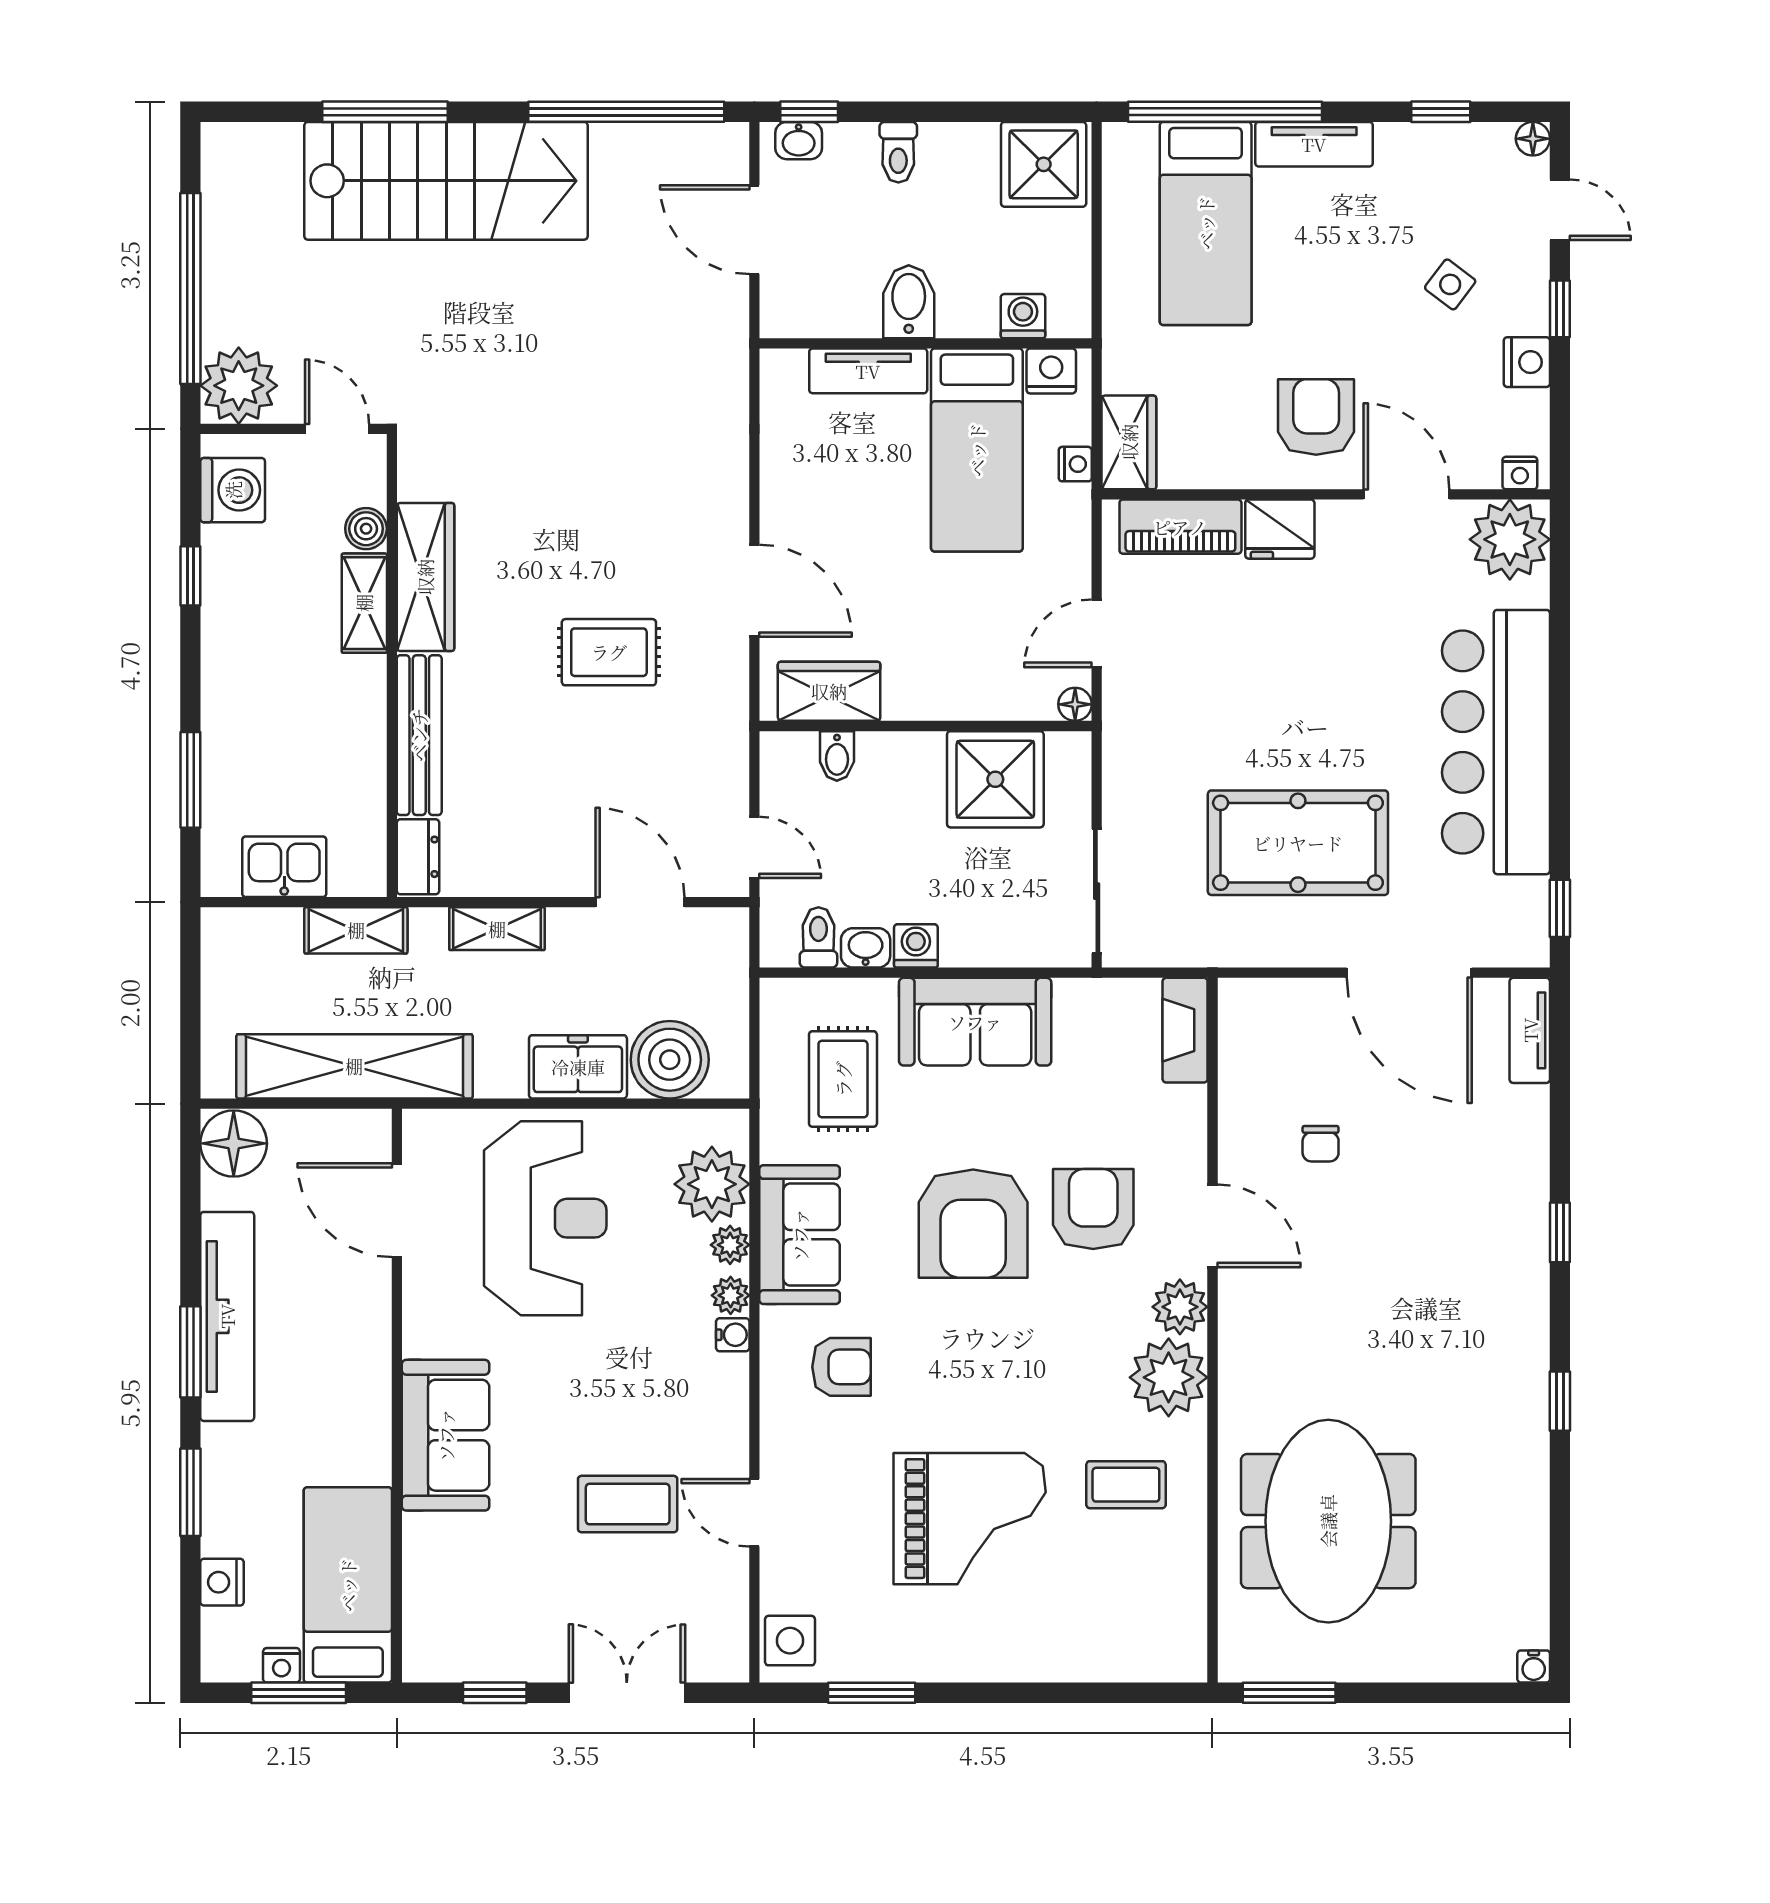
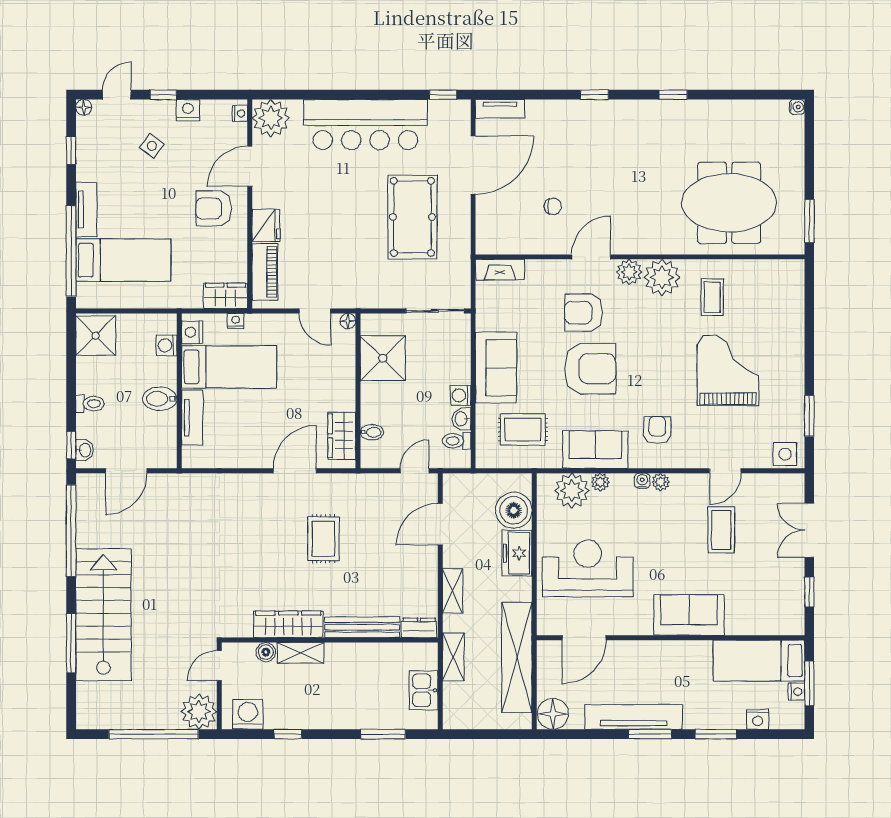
plant: (731, 1295) -> (661, 482), moved

